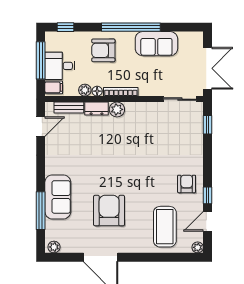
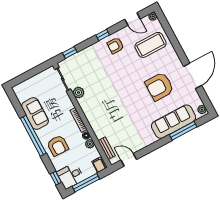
desk: (60, 66) -> (71, 176), moved, turned 90
double door: (207, 68) -> (33, 72), removed
dresser: (97, 109) -> (98, 130), removed
plant: (117, 109) -> (79, 92), moved
window: (207, 195) -> (103, 35), moved
sofa: (58, 197) -> (174, 122), width x1.36

